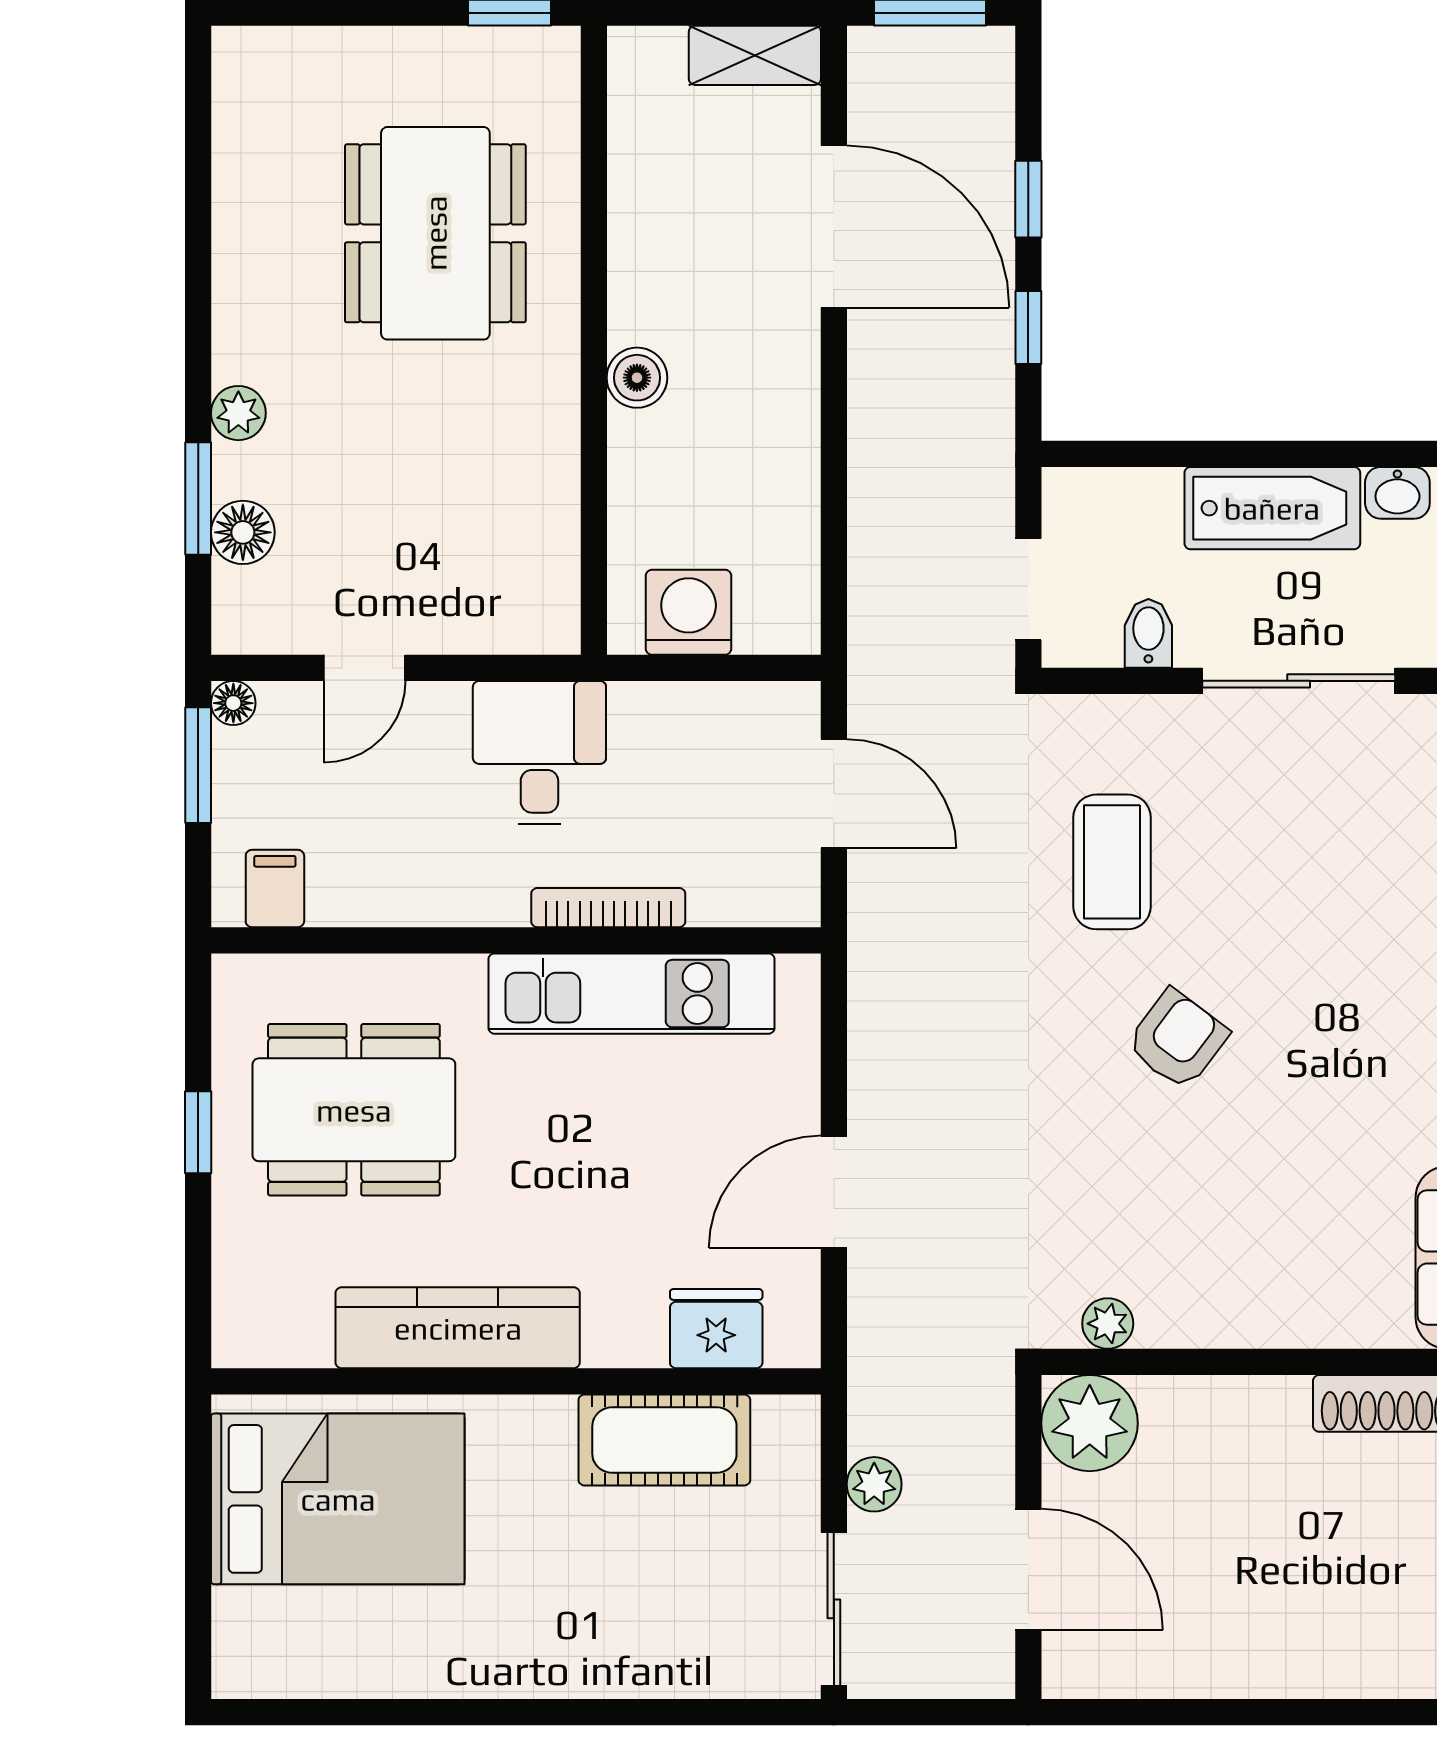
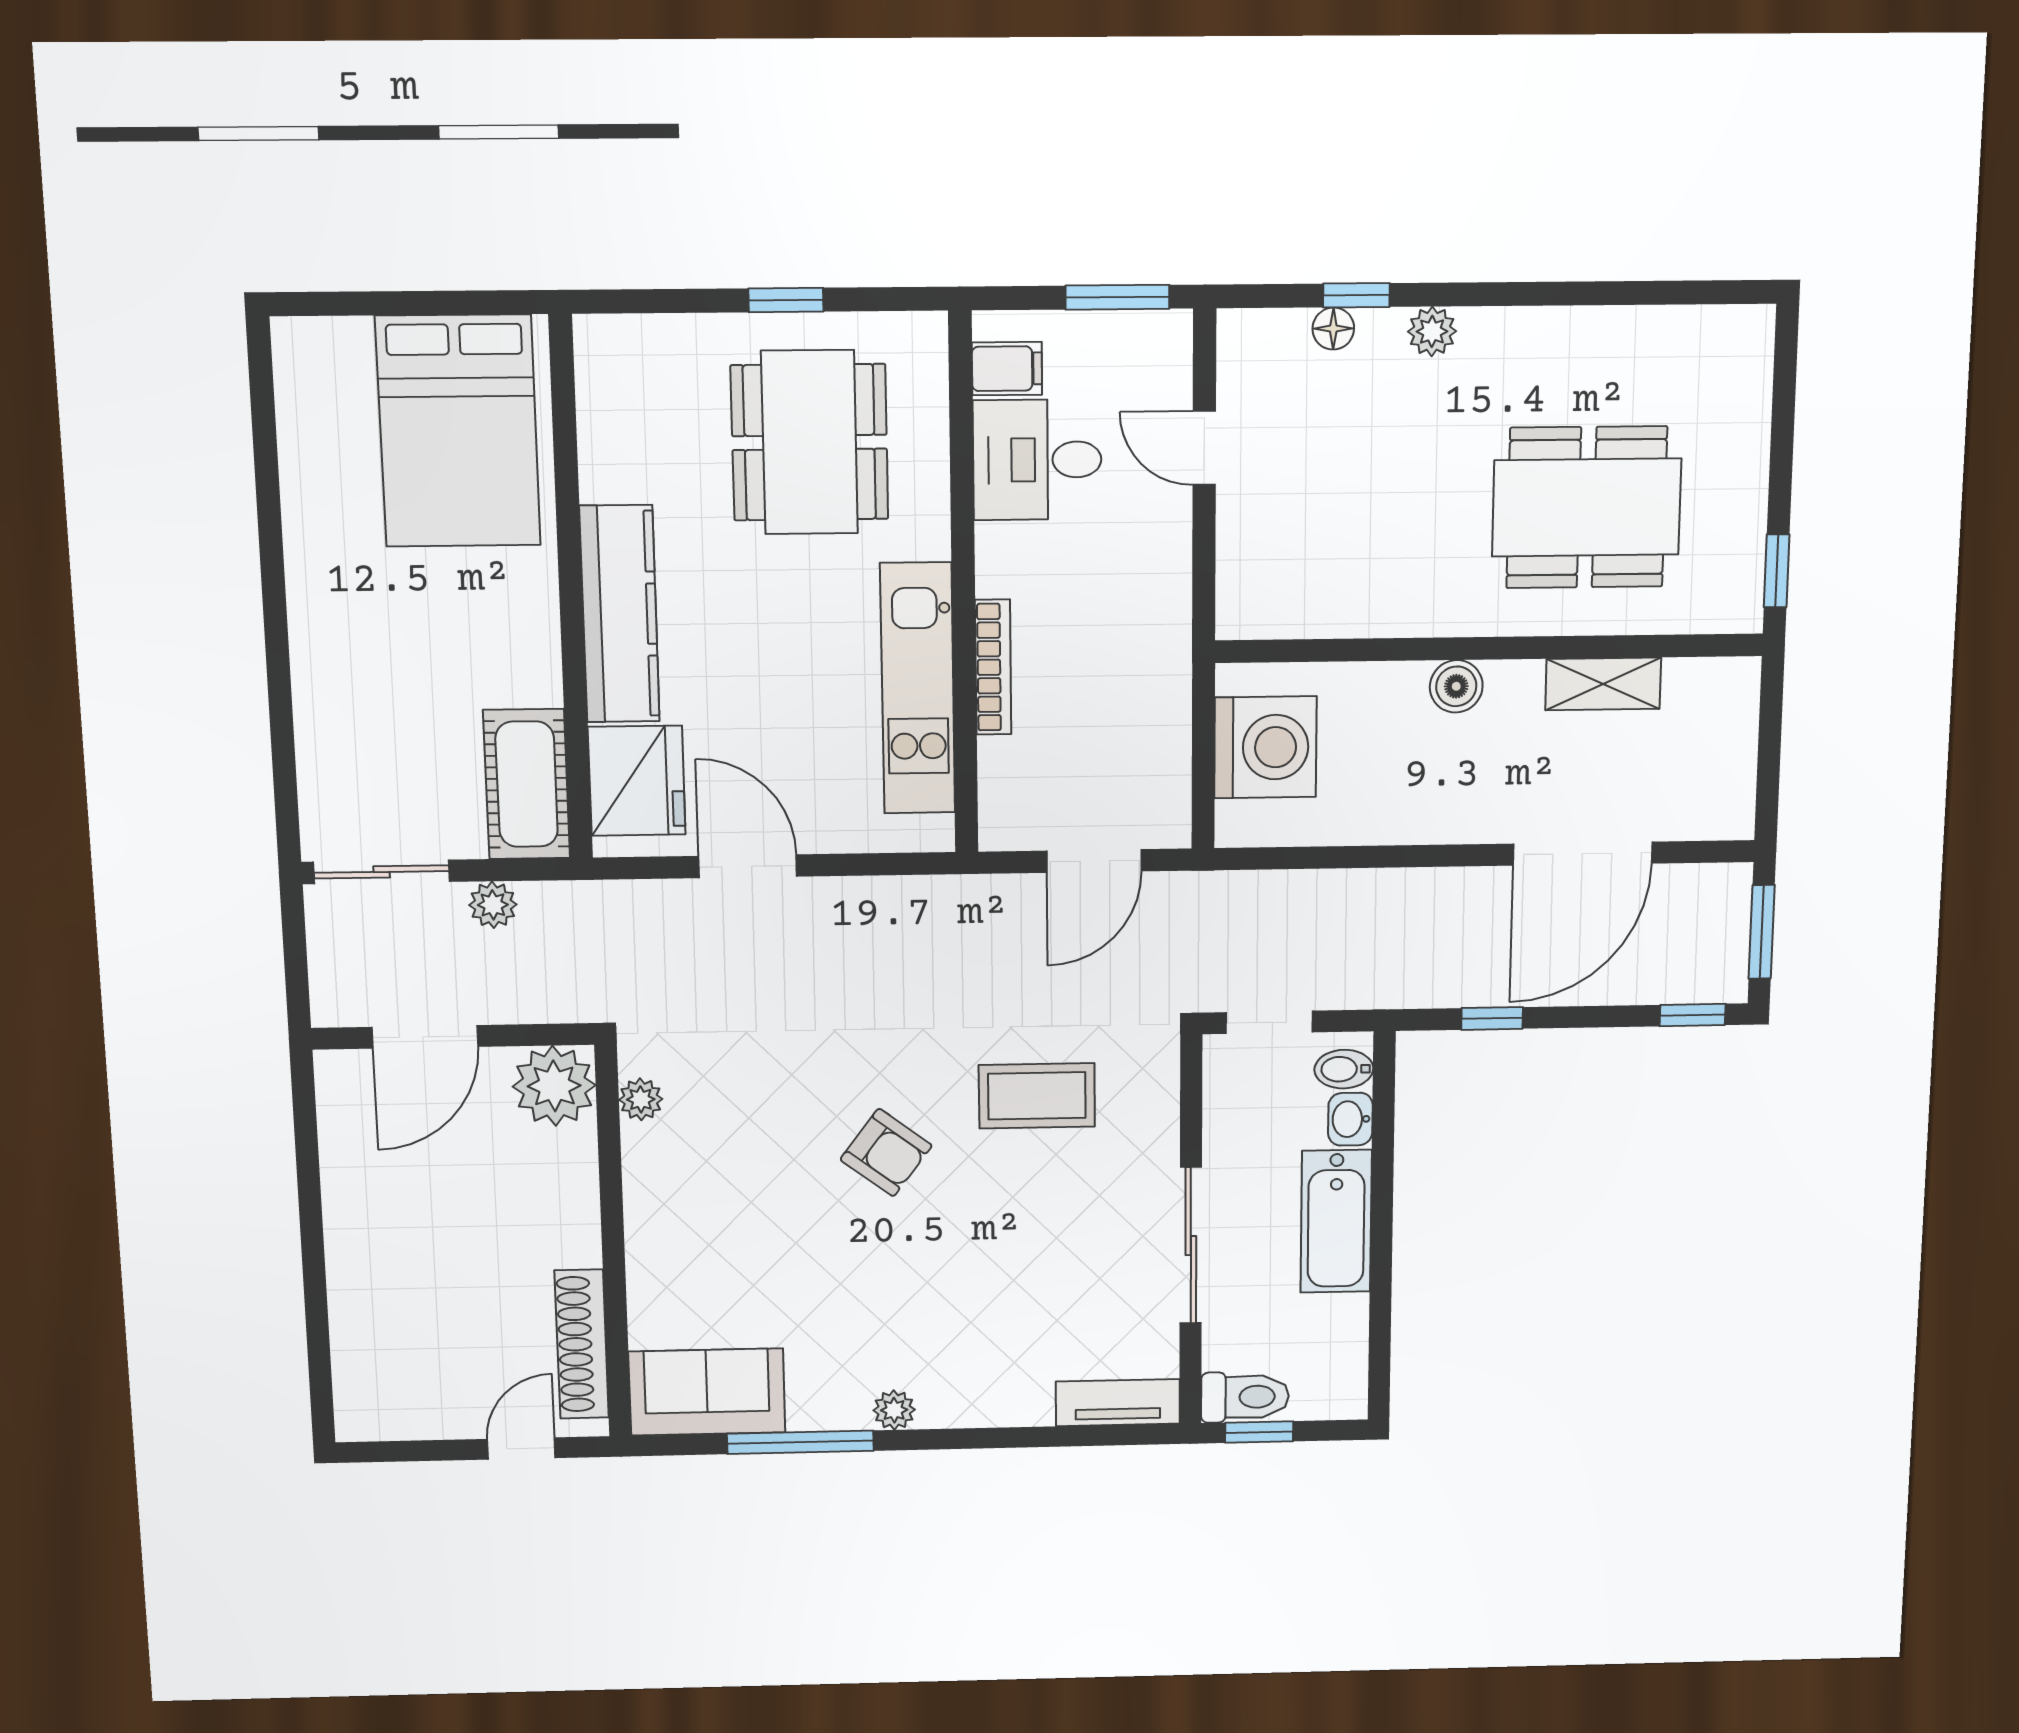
shelving: (755, 55) -> (1603, 684), moved, turned 90
window: (1028, 199) -> (1693, 1015), moved
washbasin: (1397, 493) -> (1350, 1119), moved
window: (198, 499) -> (1356, 295), width x0.67
floor lamp: (243, 532) -> (1333, 329), width x0.73, depth x0.73
washing machine: (689, 612) -> (1265, 747), width x1.37, depth x1.37
bidet: (1148, 633) -> (1344, 1069), moved, turned 180
floor lamp: (233, 703) -> (1173, 329), removed
desk: (539, 753) -> (1037, 460), moved, turned 180
kitchen counter: (458, 1328) -> (620, 614), moved
fridge: (716, 1329) -> (637, 781), width x1.36, depth x1.34
cot: (664, 1440) -> (527, 784), moved

